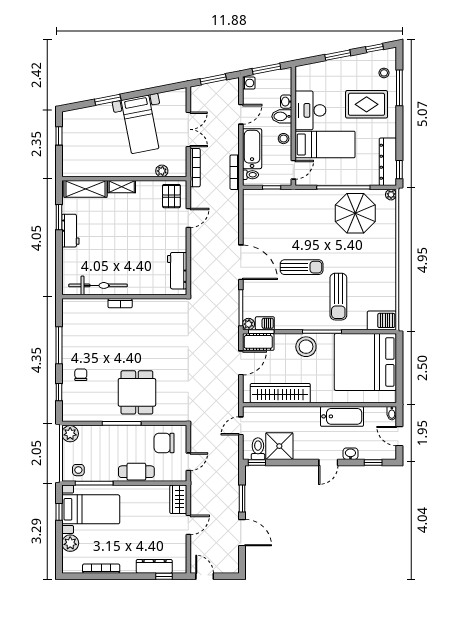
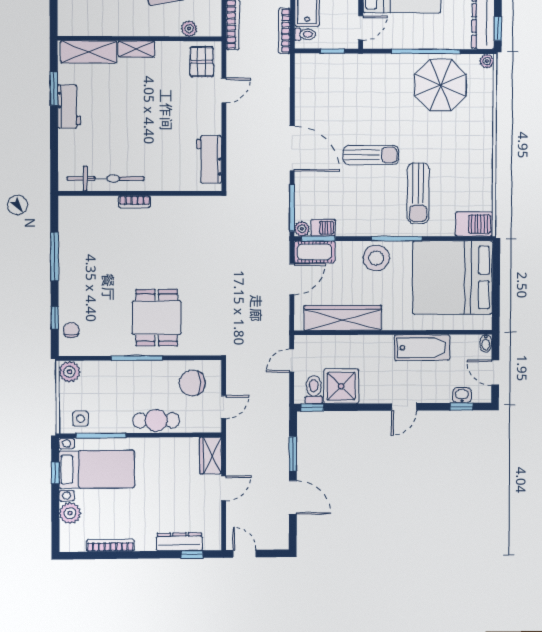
chair: (81, 375) -> (71, 330), moved
washbasin: (350, 454) -> (462, 395), moved

